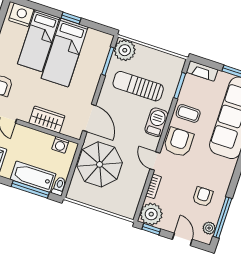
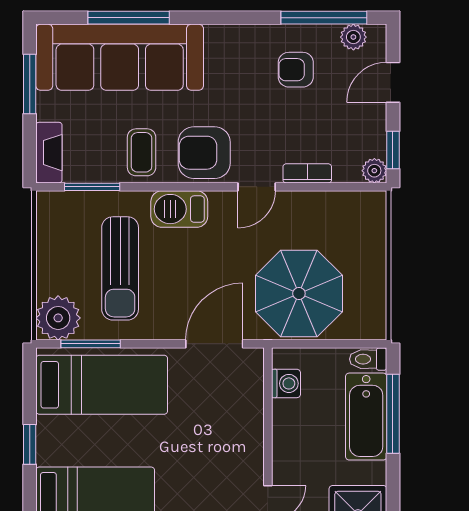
bed: (65, 53) -> (102, 385), moved
wardrobe: (47, 120) -> (245, 426), removed
plant: (151, 214) -> (374, 171), width x0.53, depth x0.53

